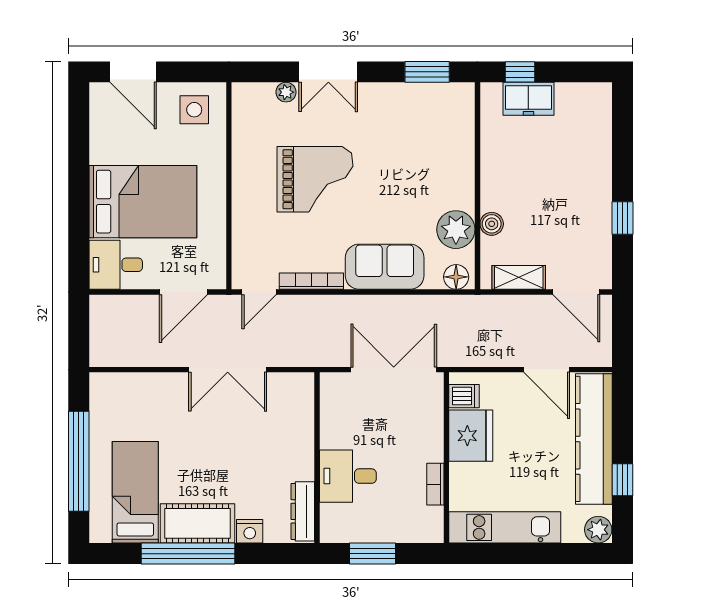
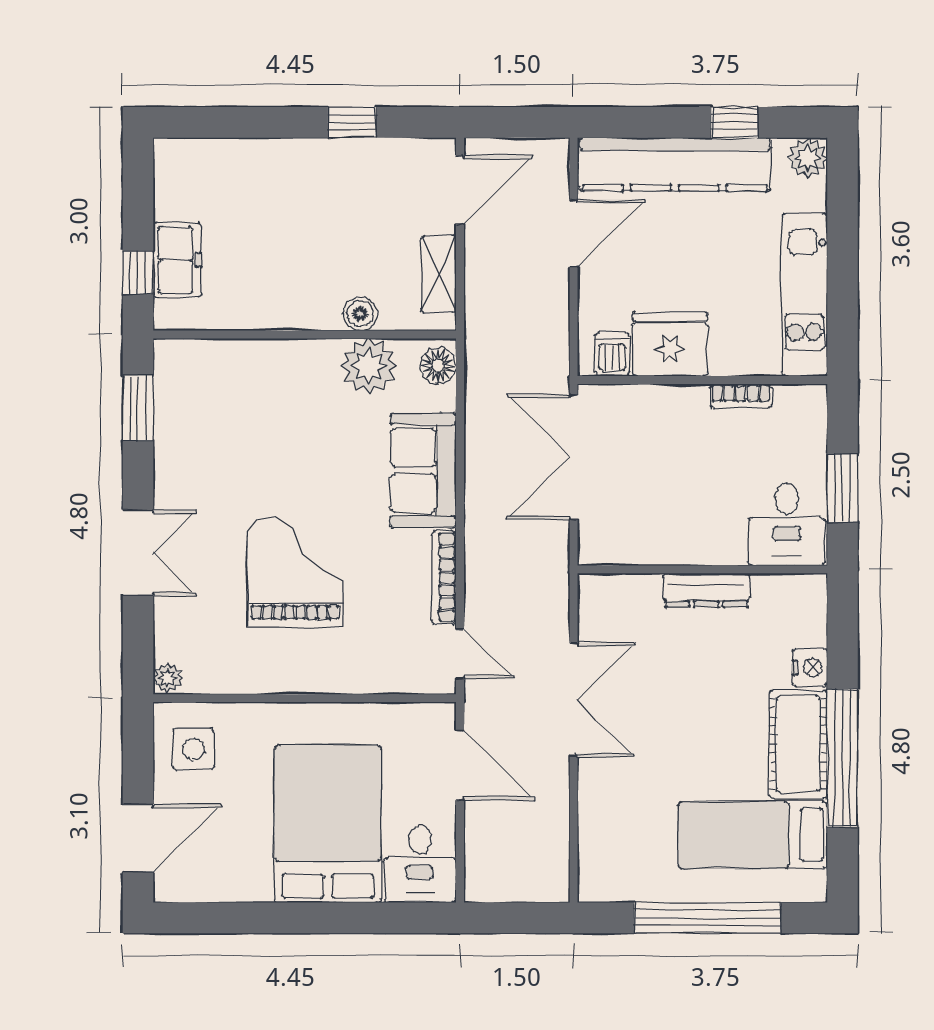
plant: (286, 92) -> (168, 678), moved
desk: (348, 476) -> (787, 524), moved
dresser: (303, 511) -> (706, 590), moved

